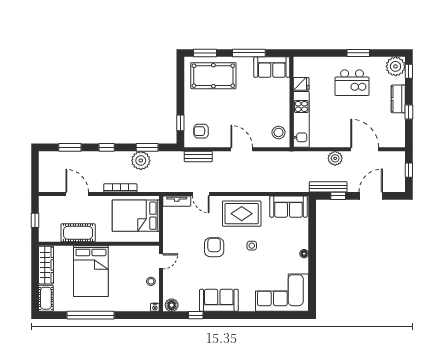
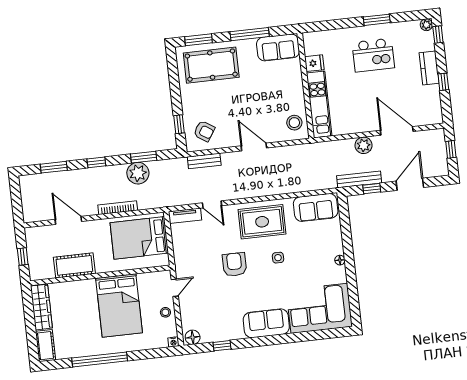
plant: (396, 66) -> (426, 25), width x0.53, depth x0.53
armchair: (201, 131) -> (204, 131), turned -147
bed: (91, 271) -> (119, 305), moved
sofa: (219, 300) -> (266, 323), moved

